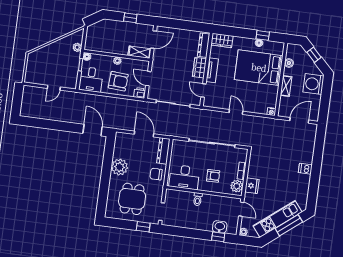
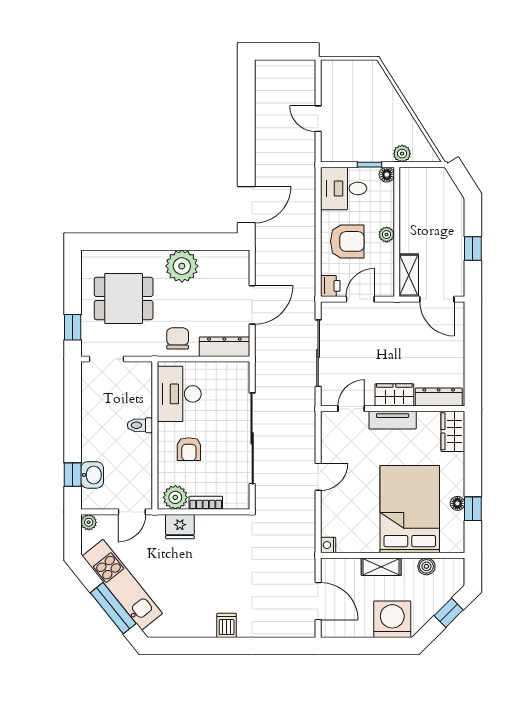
armchair: (118, 81) -> (347, 241), turned -94

